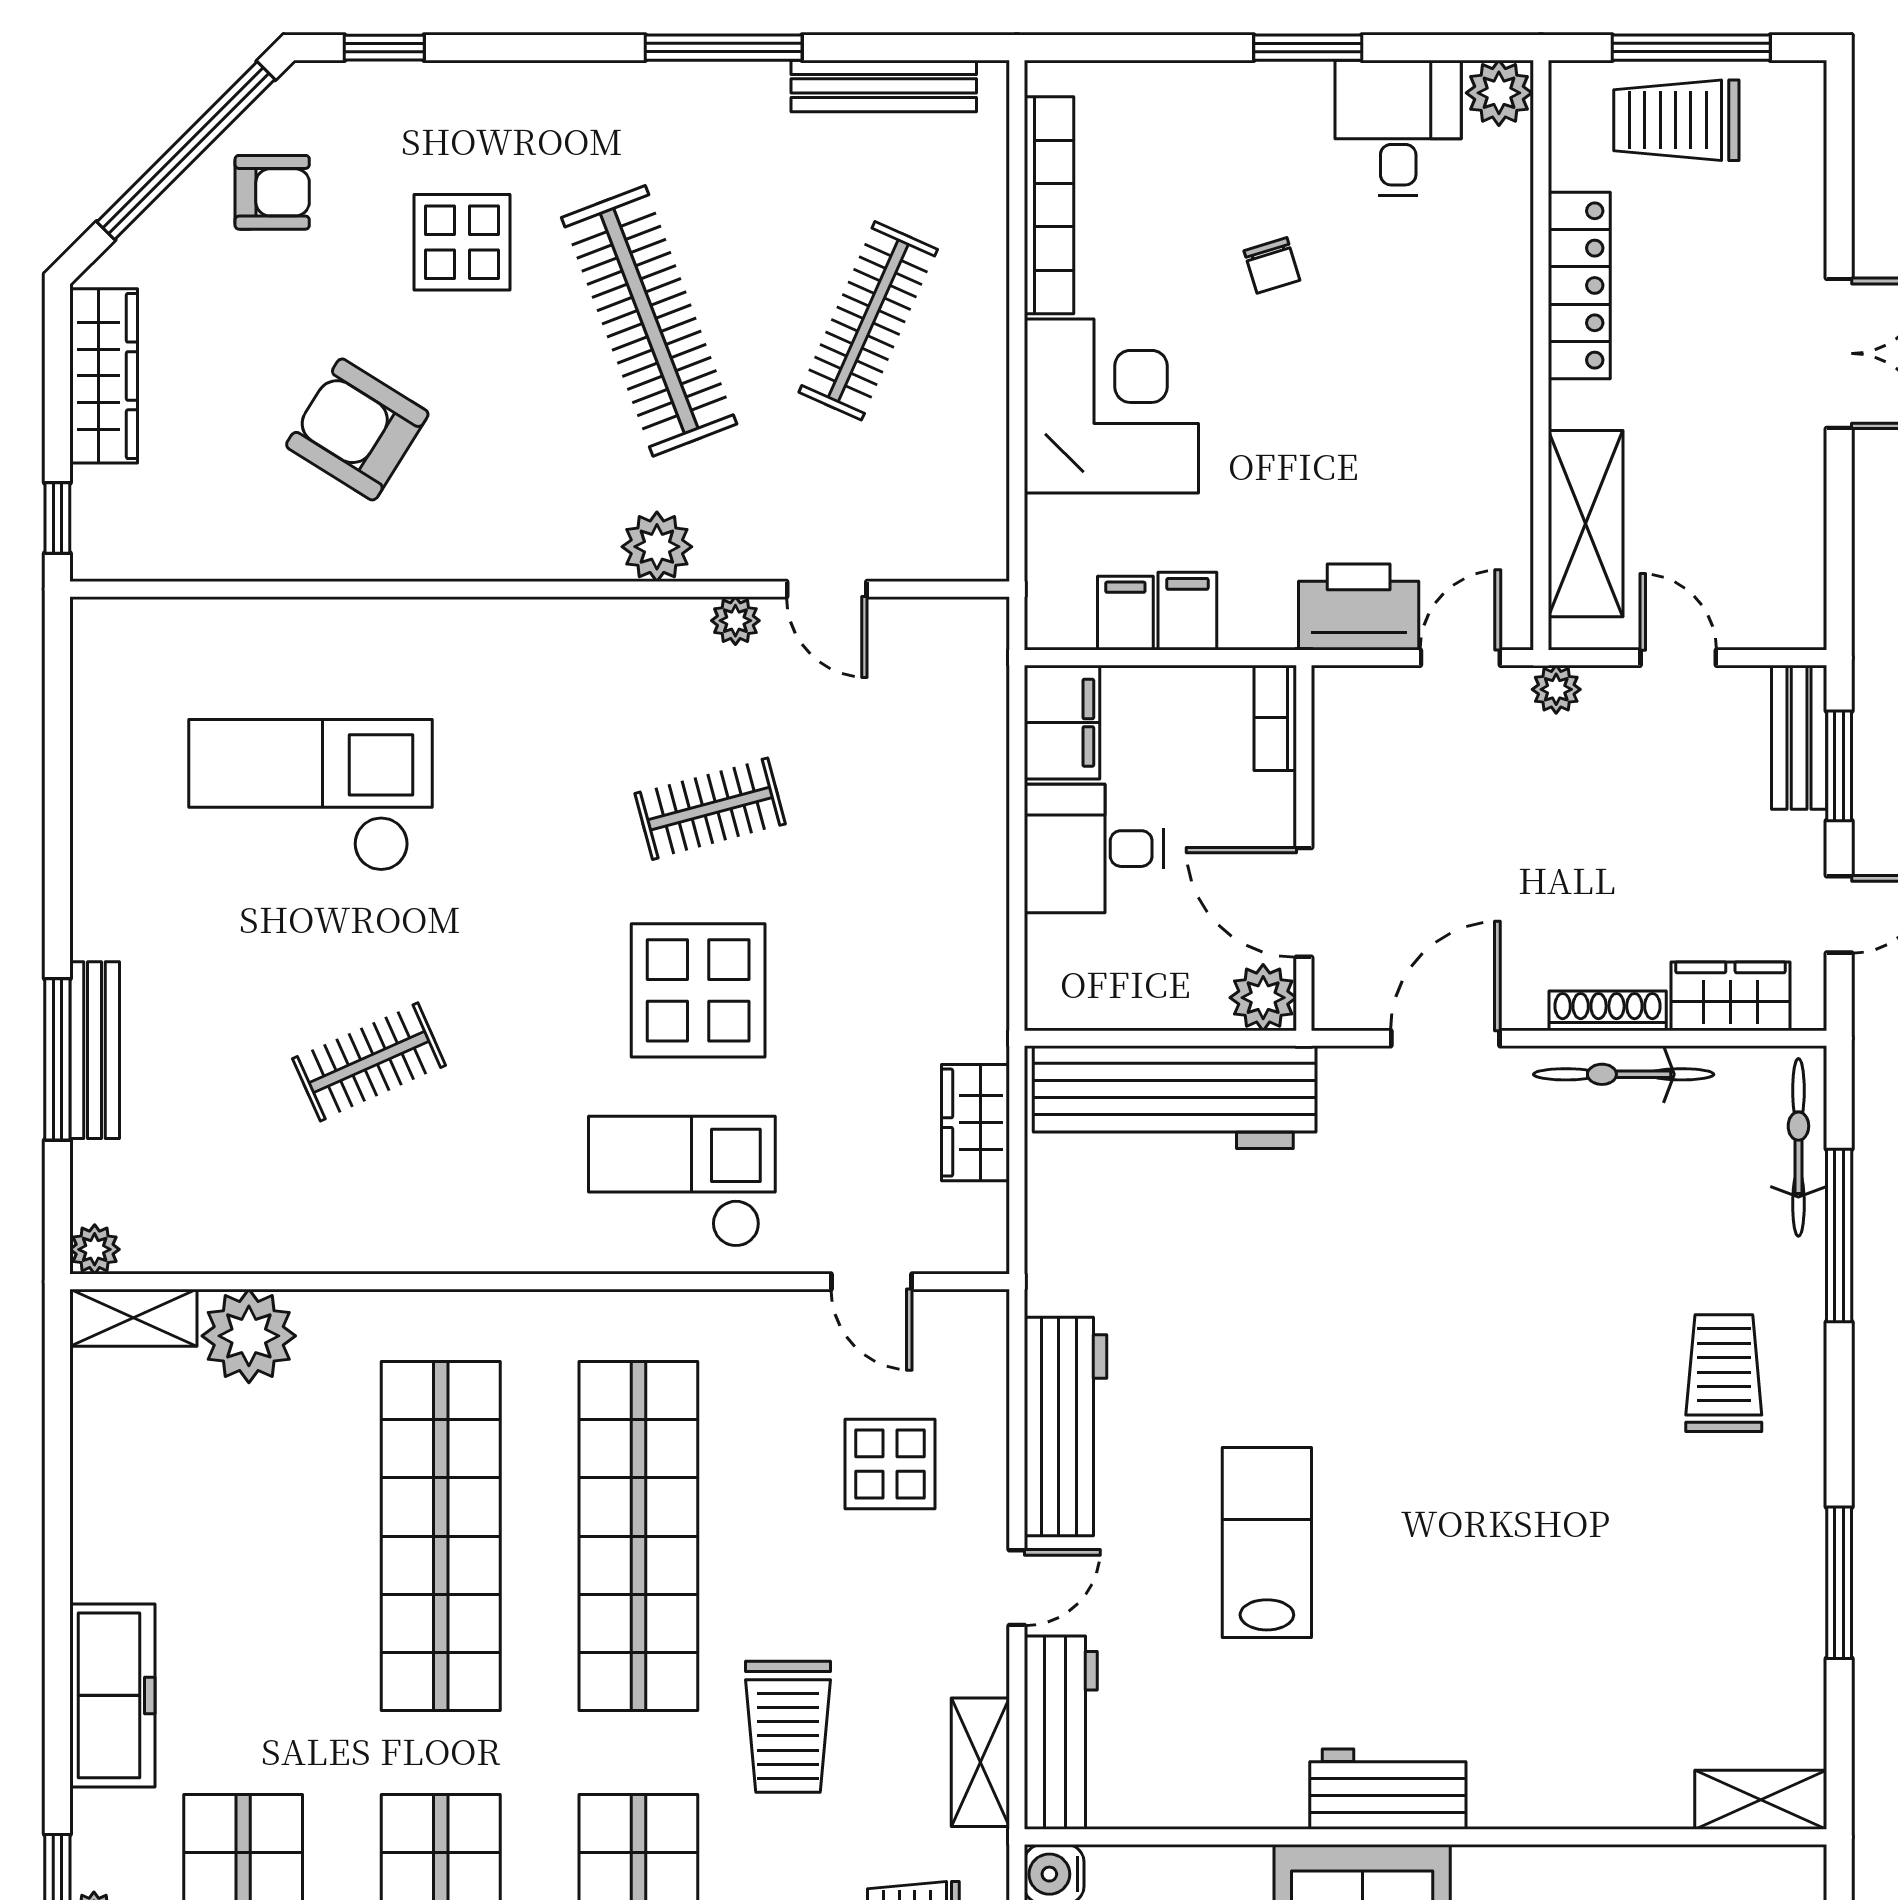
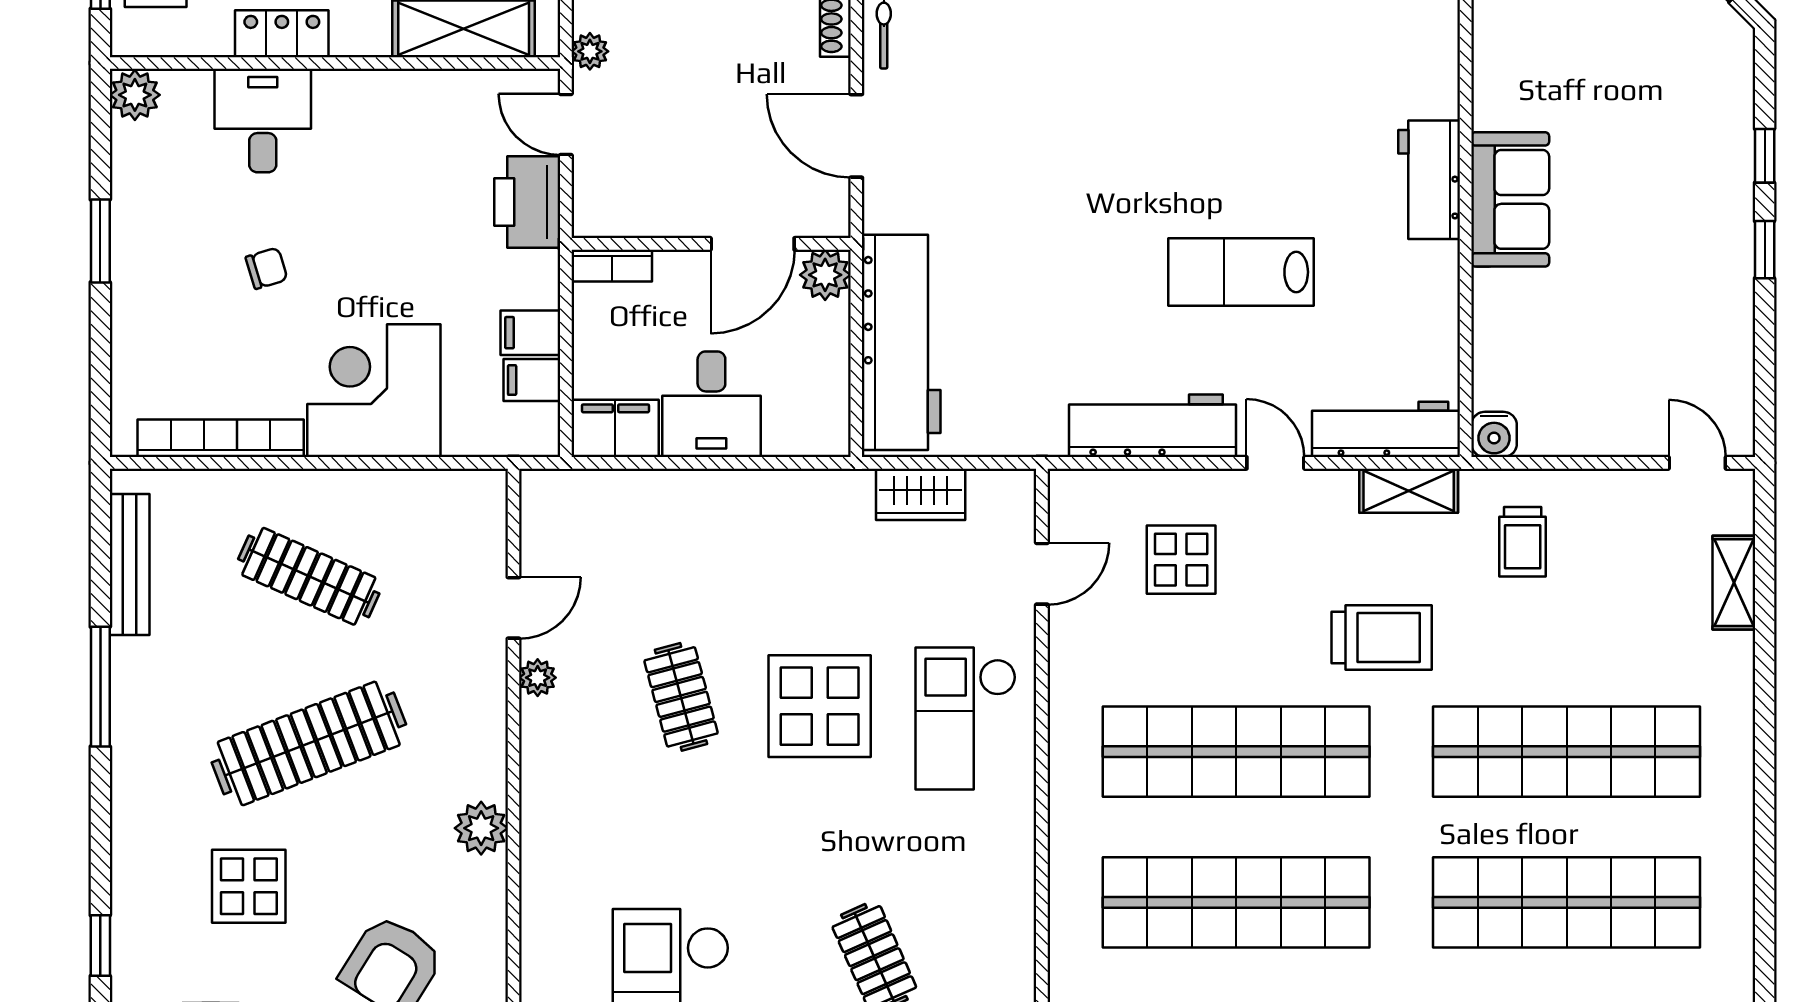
desk: (1398, 128) -> (263, 121), moved, turned 90
locker: (1579, 285) -> (282, 34), width x0.66
plant: (657, 547) -> (481, 828), moved

